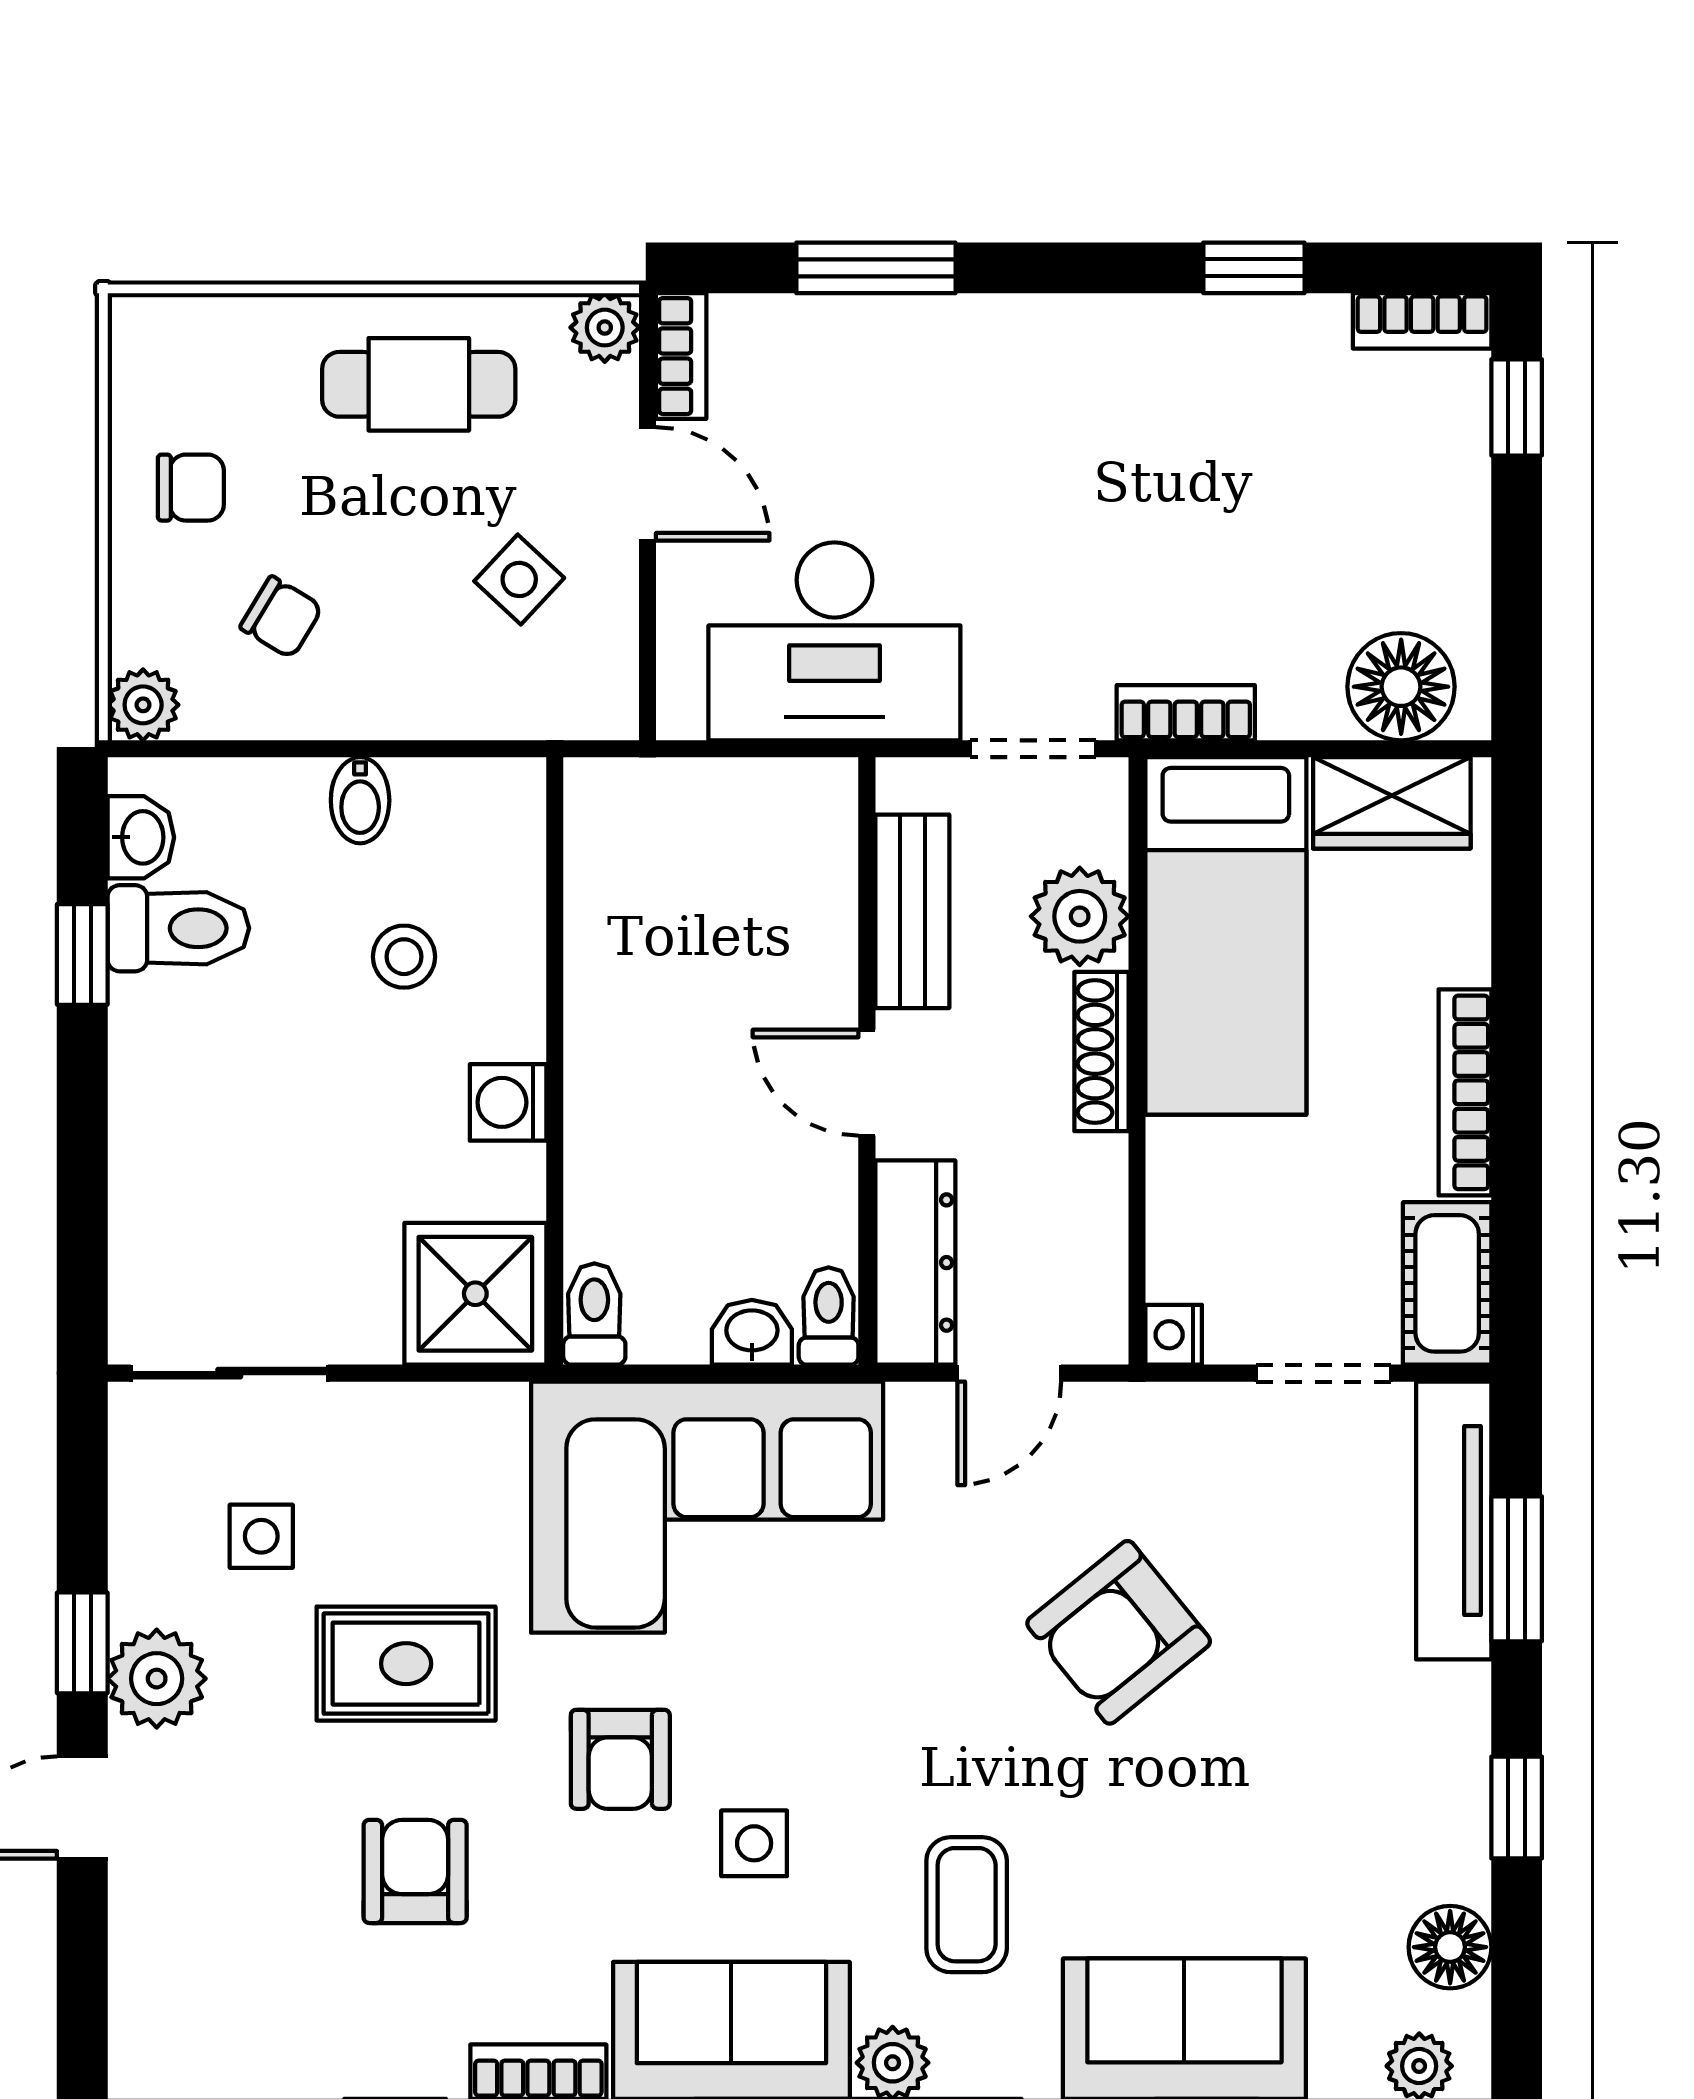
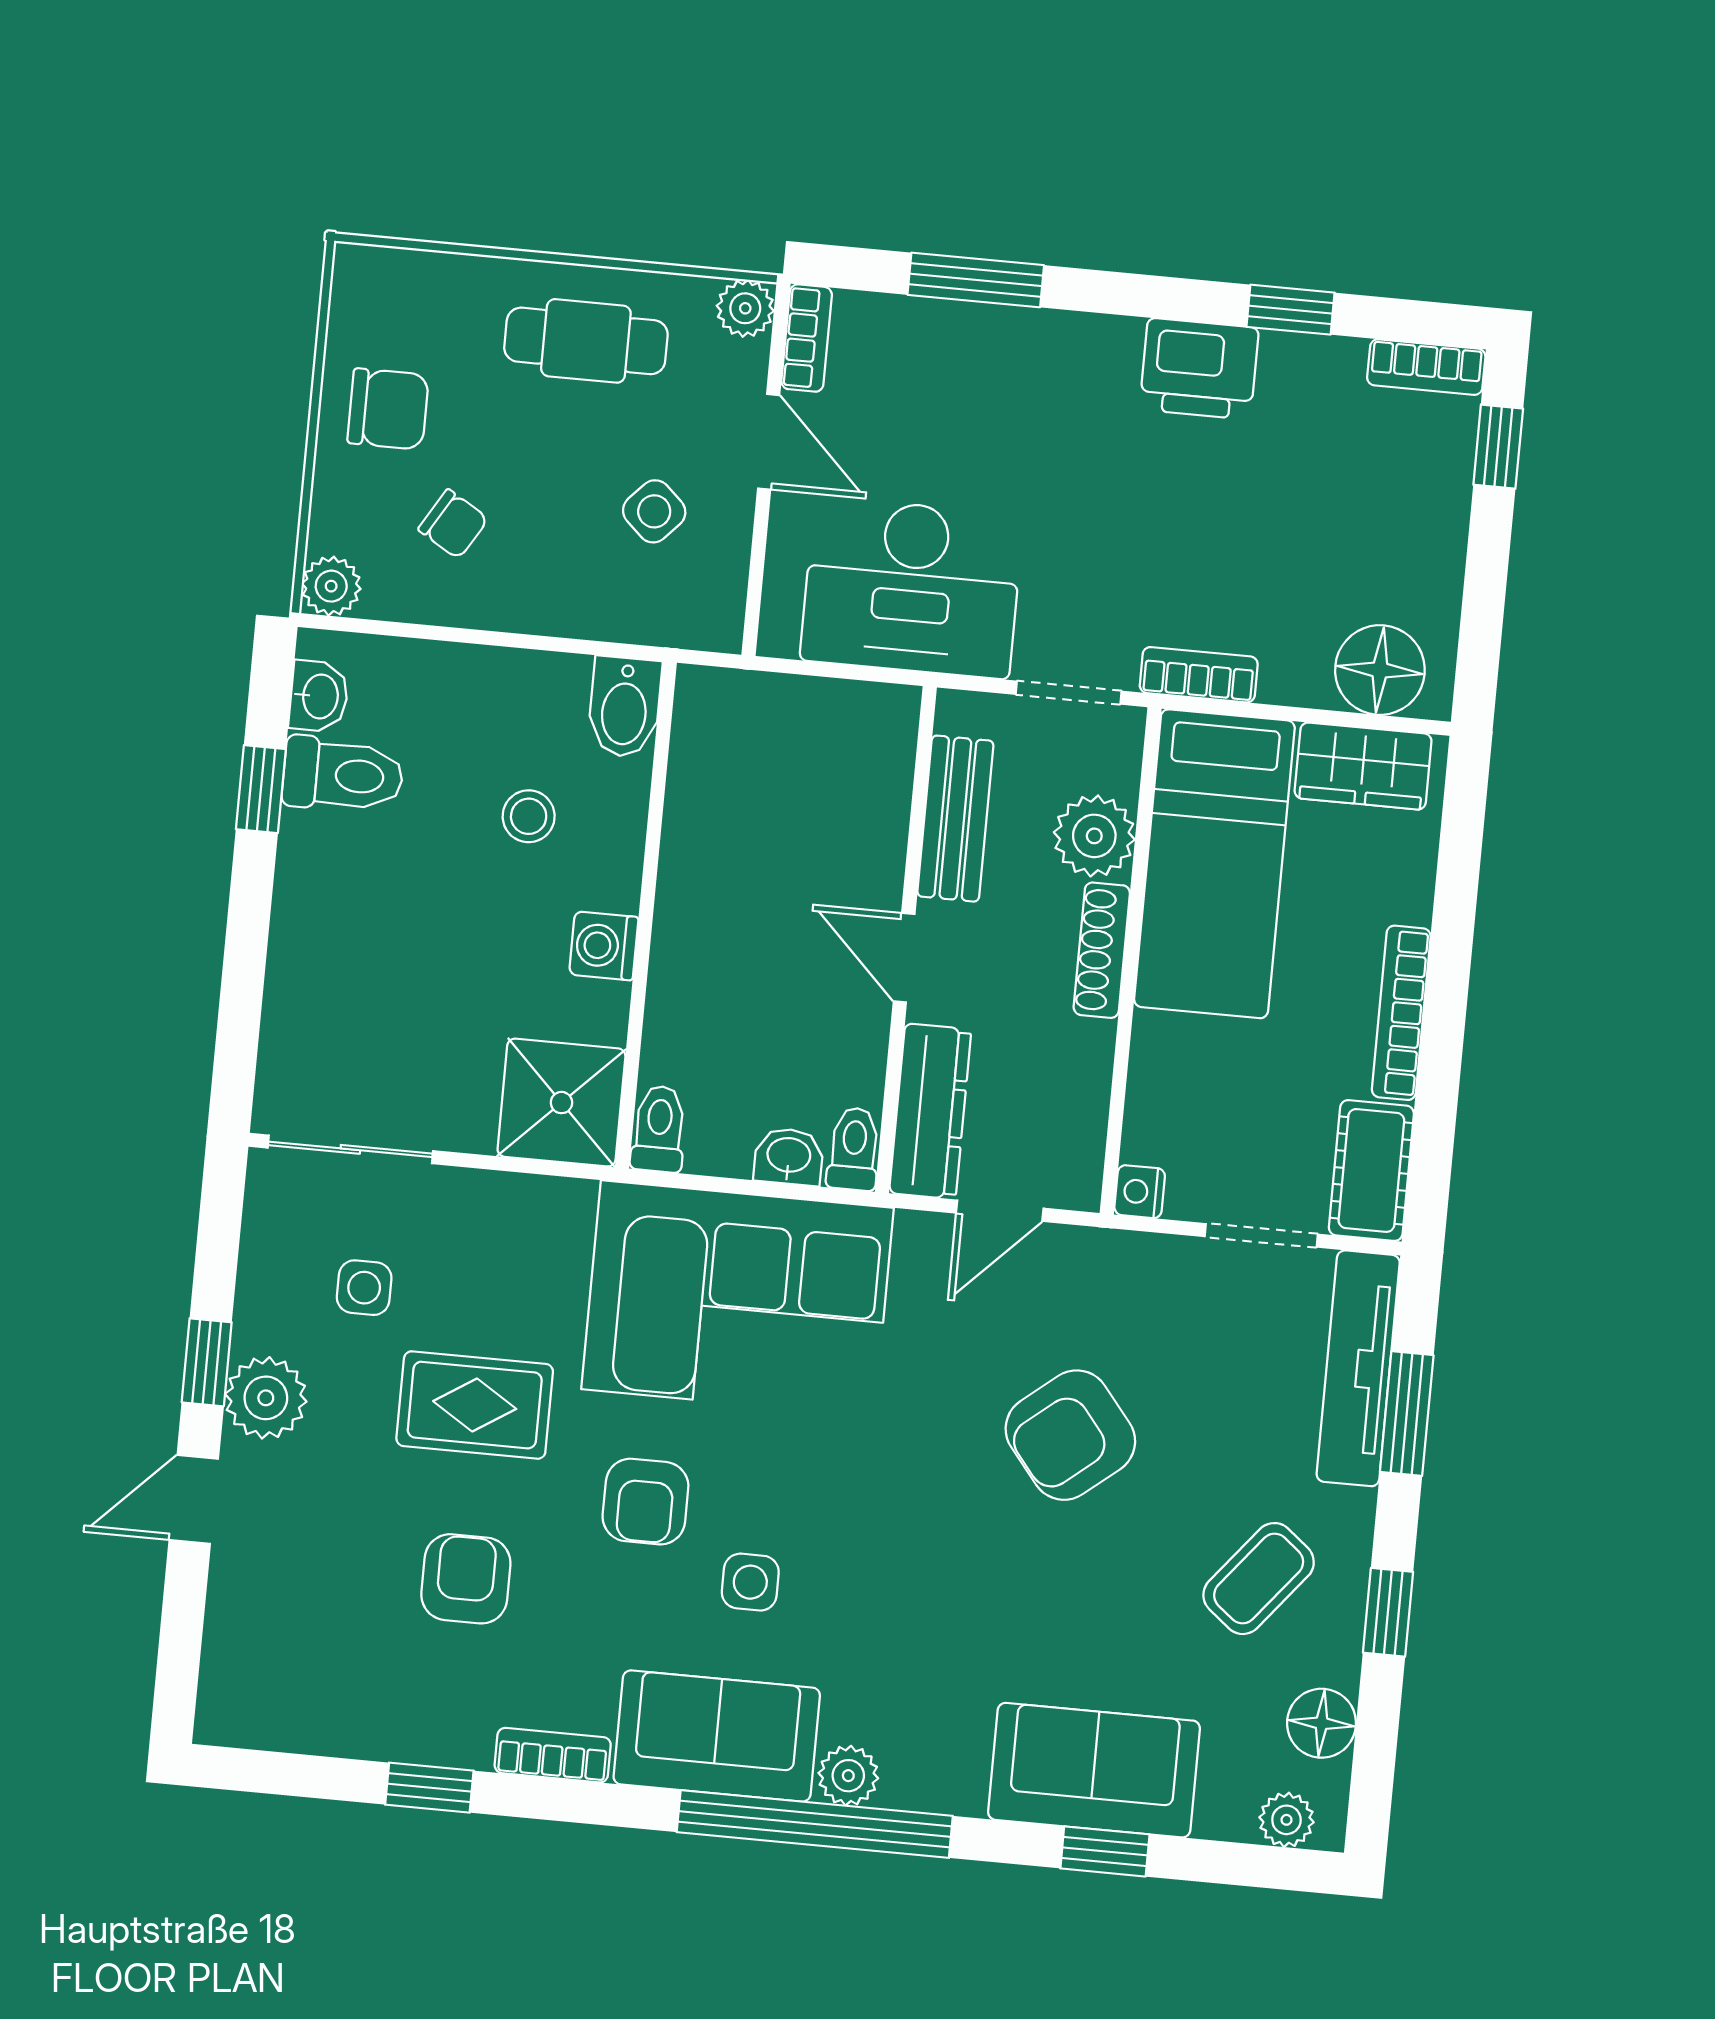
printer: (1152, 348) -> (1199, 369), added
chair: (191, 488) -> (388, 409), width x1.37, depth x1.37
bidet: (360, 800) -> (624, 707), moved, width x1.38, depth x1.36
coffee table: (967, 1905) -> (1259, 1579), moved, turned 39

